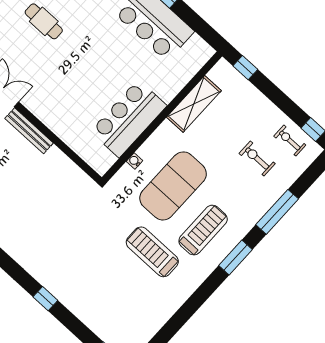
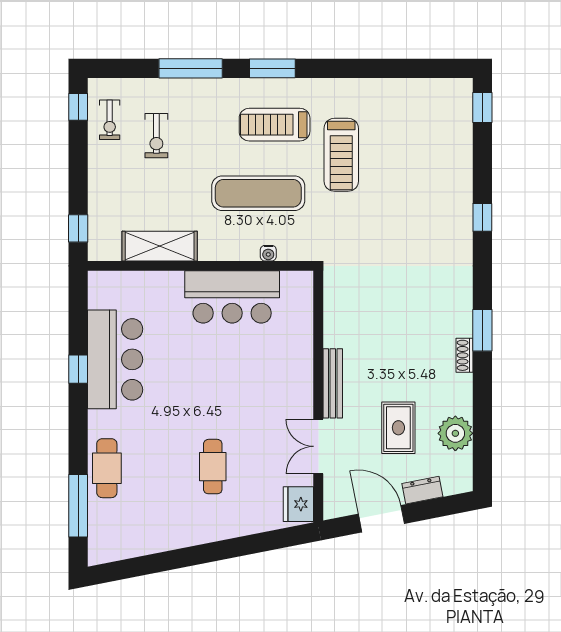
exercise mat: (173, 186) -> (258, 193), width x0.68

